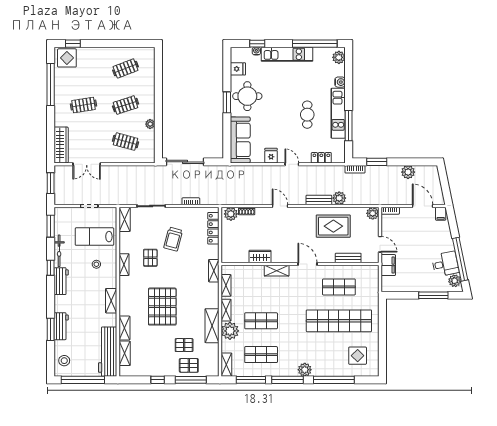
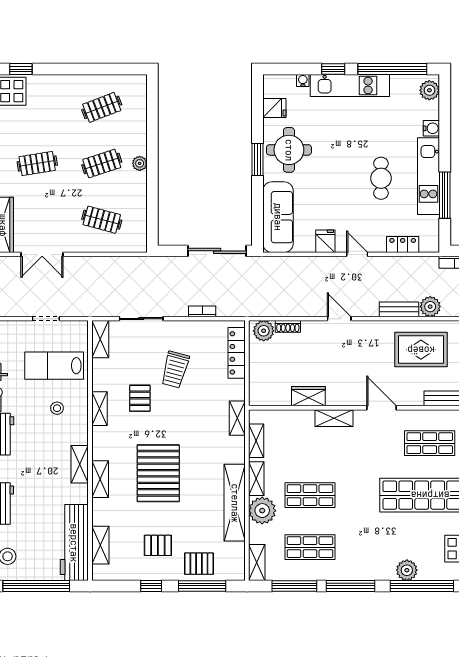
window: (257, 44) -> (333, 69), moved
plant: (150, 124) -> (140, 163), moved
sliding door: (185, 162) -> (217, 251), moved
shelving: (212, 326) -> (235, 503), width x1.47
shelving: (124, 328) -> (100, 479), moved
pallet: (184, 345) -> (158, 545), moved
plant: (305, 370) -> (407, 570), moved

